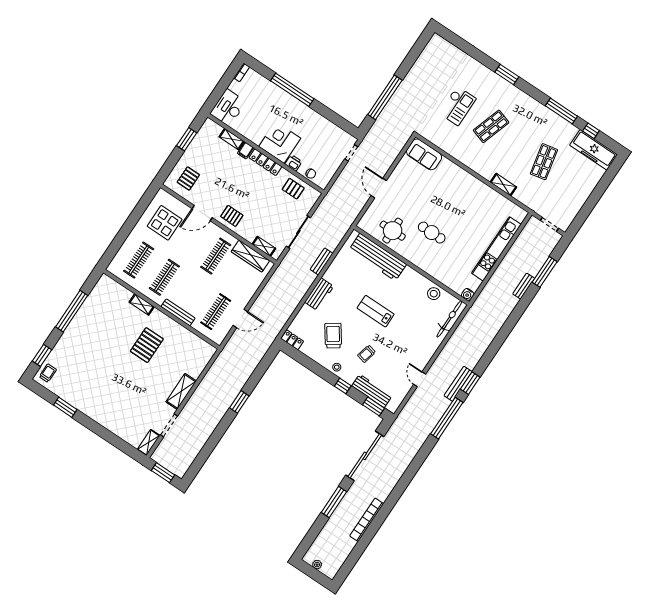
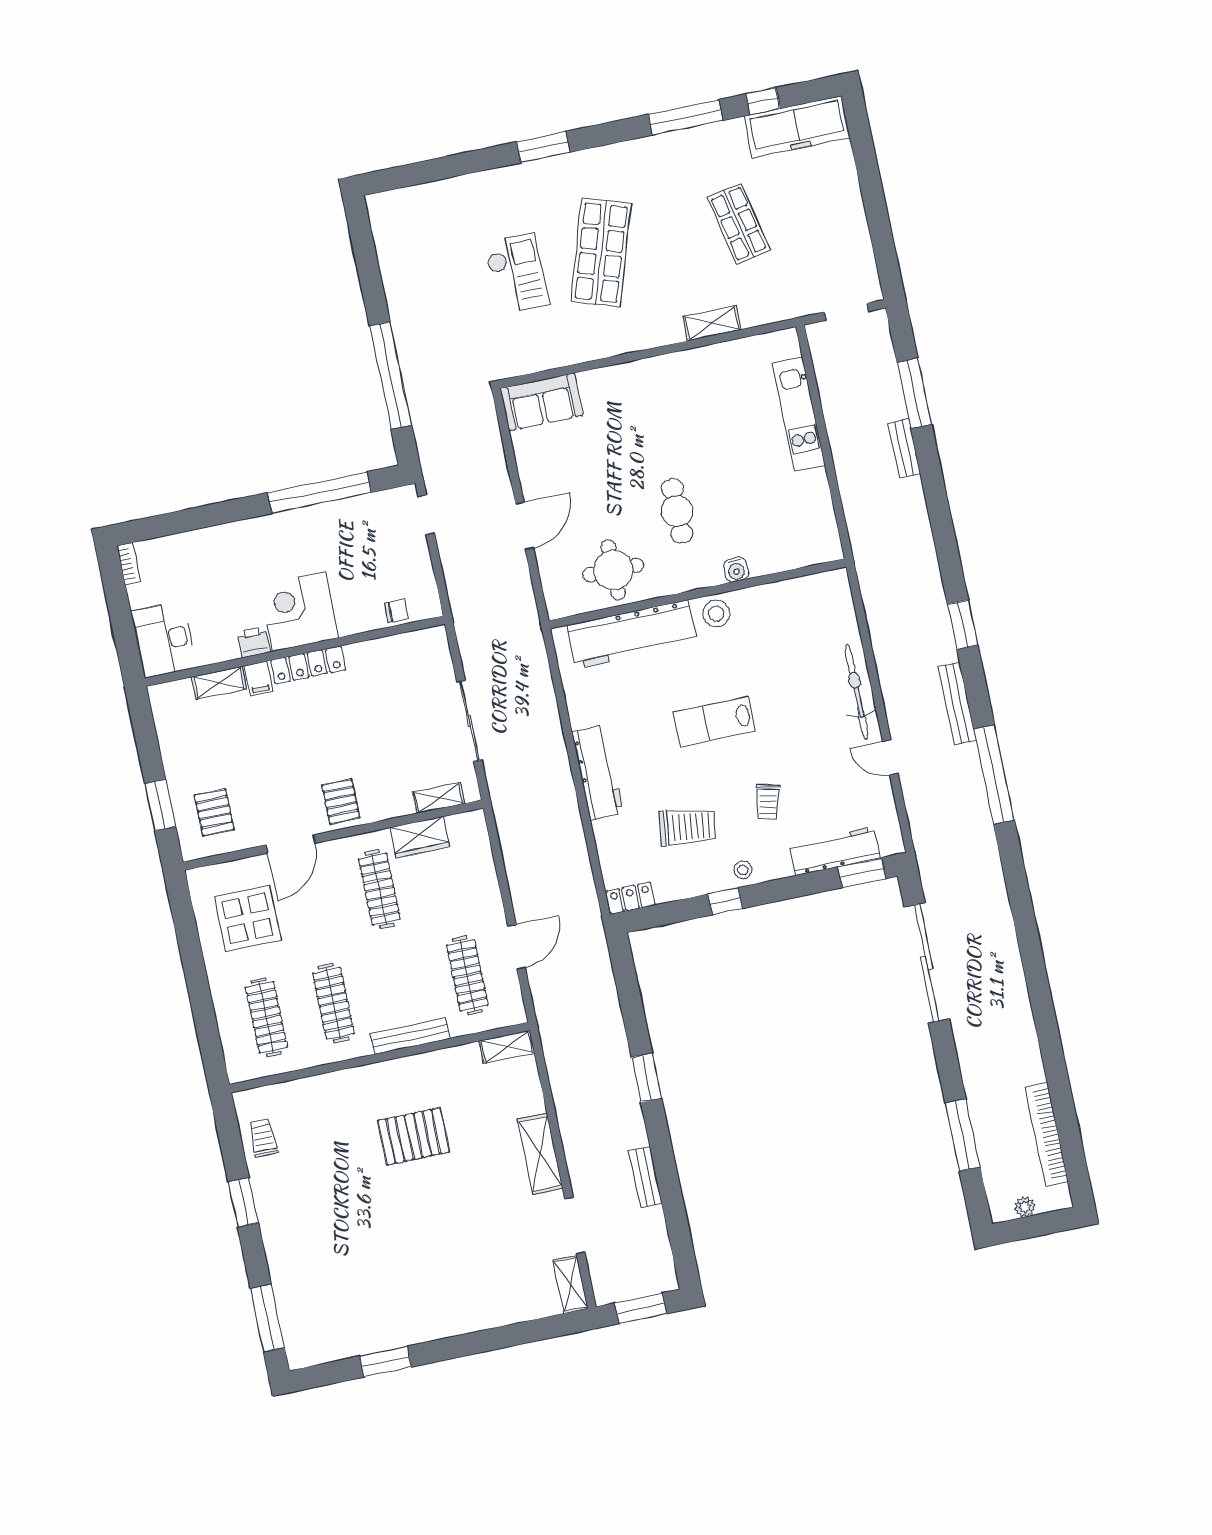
window: (292, 90) -> (320, 493), moved
shop shelf: (491, 126) -> (601, 252), width x1.43, depth x1.36
window: (187, 139) -> (160, 805), moved
printer: (294, 163) -> (254, 642), moved
door: (379, 188) -> (525, 526), swing flipped
pallet: (293, 189) -> (393, 662), removed
pallet: (232, 216) -> (341, 801), turned 90
cafe table: (432, 233) -> (677, 511), turned 90
kitchen unit: (496, 249) -> (799, 414), width x0.73
wardrobe: (250, 256) -> (420, 837), width x0.67
bench: (321, 261) -> (645, 1177), moved
workbench: (319, 294) -> (598, 773), width x1.38
stool: (434, 294) -> (716, 614), moved
water cooler: (468, 294) -> (736, 570), moved
shelving: (142, 304) -> (507, 1047), moved
window: (72, 311) -> (243, 1202), width x0.47
bicycle: (449, 319) -> (857, 692), moved
trolley: (333, 336) -> (688, 827), turned 132
pallet: (147, 345) -> (413, 1136), turned 90
window: (42, 355) -> (267, 1318), width x1.44
trolley: (48, 373) -> (263, 1138), moved
window: (470, 383) -> (963, 625), moved
window: (343, 386) -> (725, 901), moved
window: (334, 502) -> (963, 1135), moved
bookcase: (367, 520) -> (1047, 1134), moved

